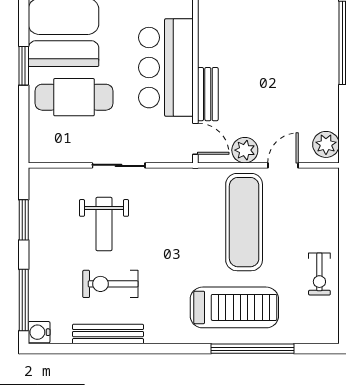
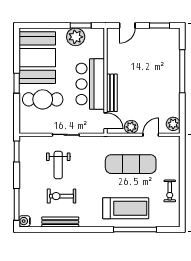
bench: (208, 94) -> (112, 93), width x1.36
window: (24, 220) -> (17, 151), moved
exercise mat: (244, 222) -> (131, 164), turned 90

